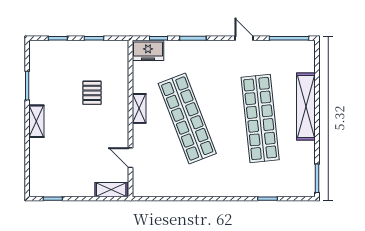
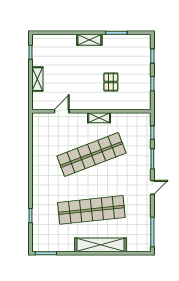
door: (244, 38) -> (152, 187), moved
freezer: (148, 50) -> (143, 125), removed
pallet: (92, 93) -> (111, 82), turned 90
shelving: (111, 190) -> (37, 79), moved

